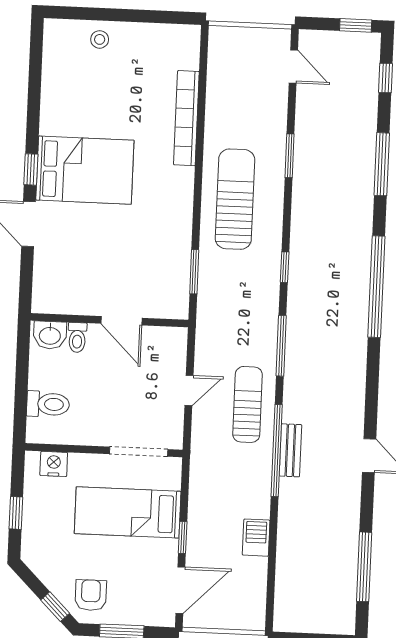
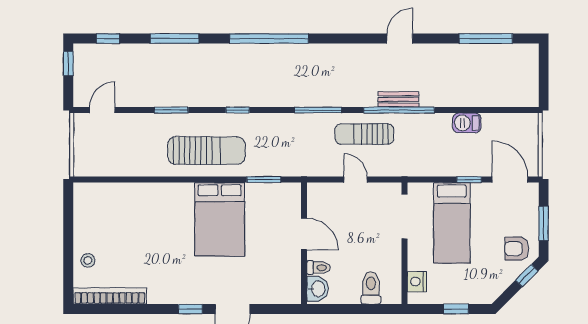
bookcase: (186, 118) -> (110, 296), moved, turned 180
bed: (85, 170) -> (220, 219), moved, turned 180
sun lounger: (235, 199) -> (206, 151), turned 180
window: (285, 267) -> (238, 110), moved
door: (122, 321) -> (304, 234), hinge flipped

